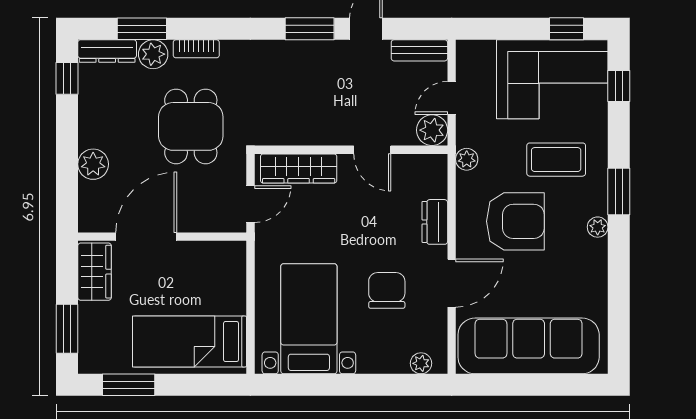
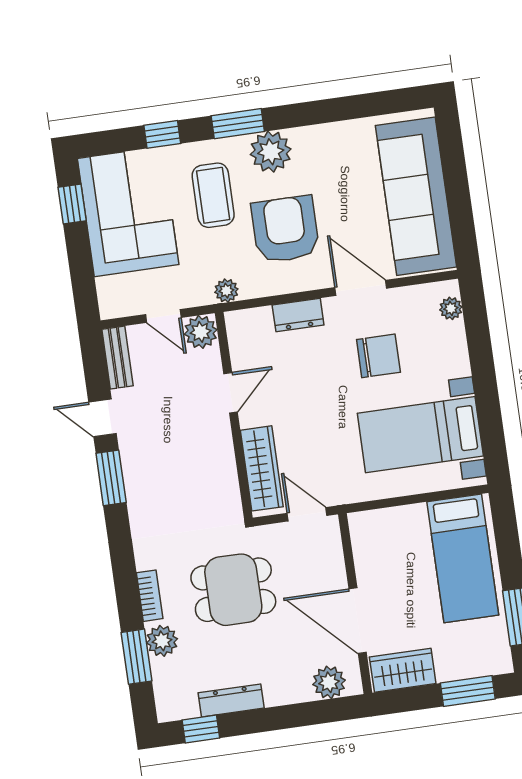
dresser: (107, 51) -> (231, 700), moved, turned -90
window: (619, 86) -> (162, 134), moved
plant: (93, 164) -> (329, 682), moved
plant: (598, 227) -> (271, 152), width x1.88, depth x1.88
chair: (387, 290) -> (378, 356), turned 180

